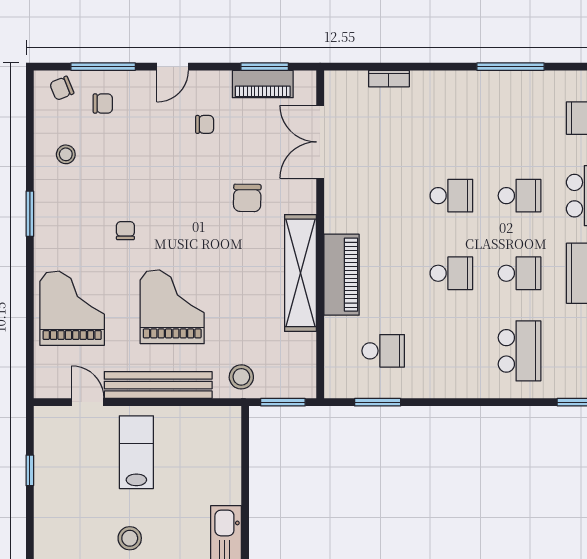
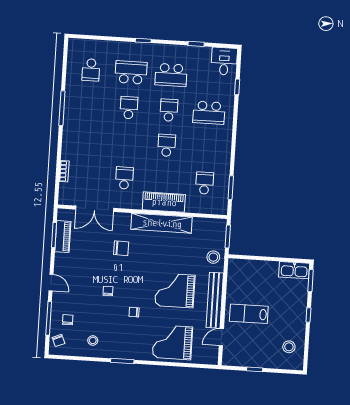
chair: (205, 124) -> (108, 291), moved
school desk: (451, 196) -> (124, 178), moved
school desk: (520, 351) -> (209, 113), turned 180
stool: (130, 538) -> (289, 347), moved

